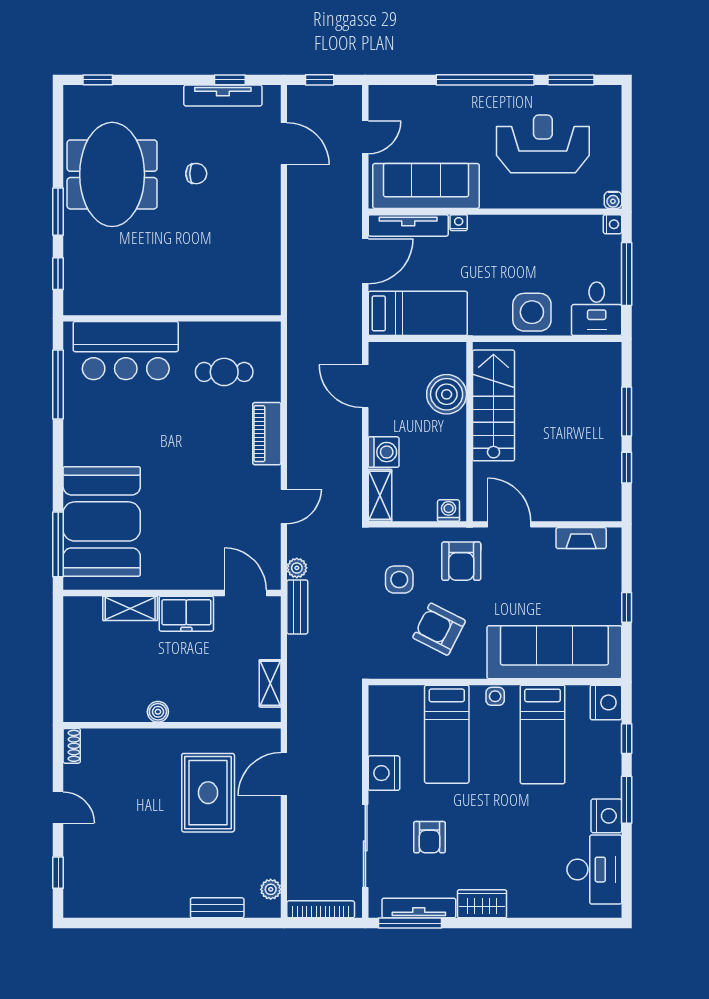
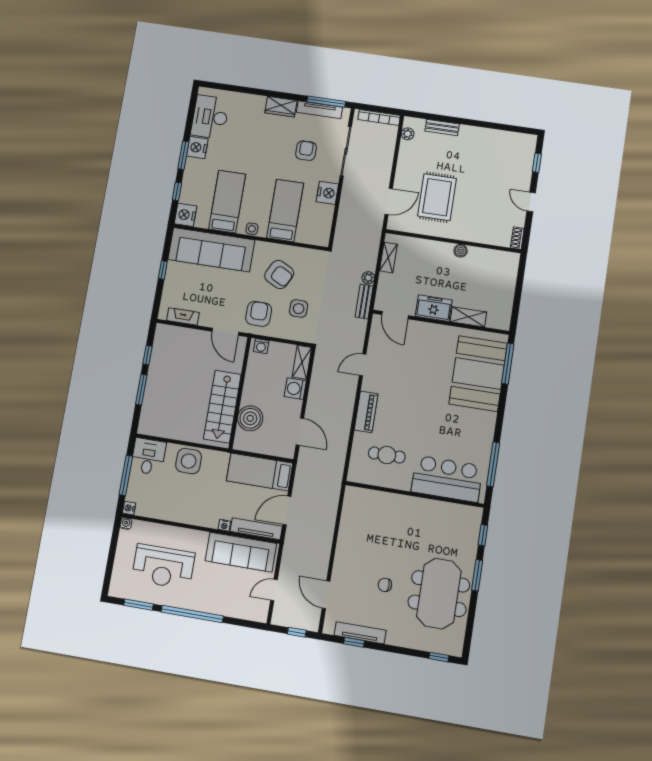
plant: (297, 568) -> (368, 278), moved

